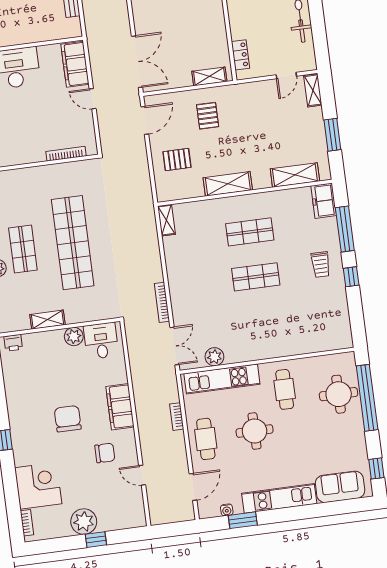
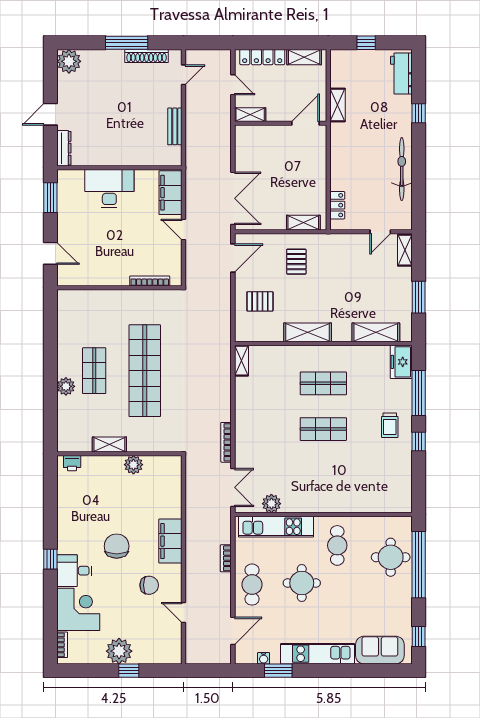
desk: (101, 341) -> (74, 571), moved, turned -90

